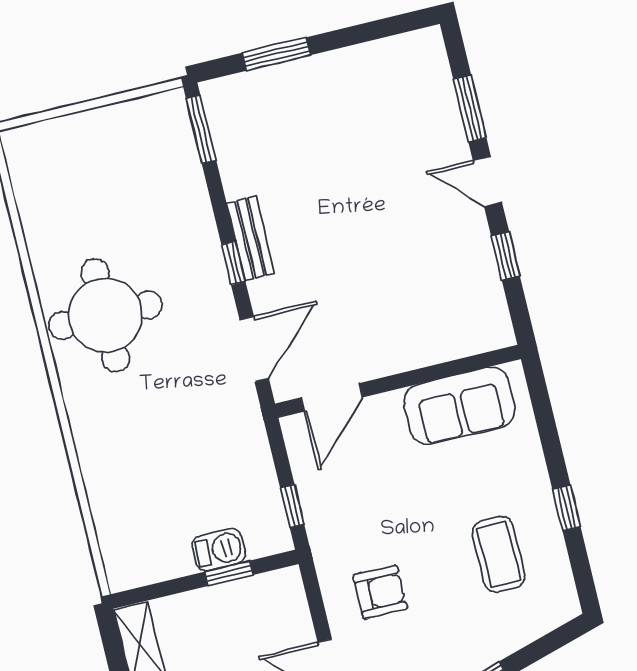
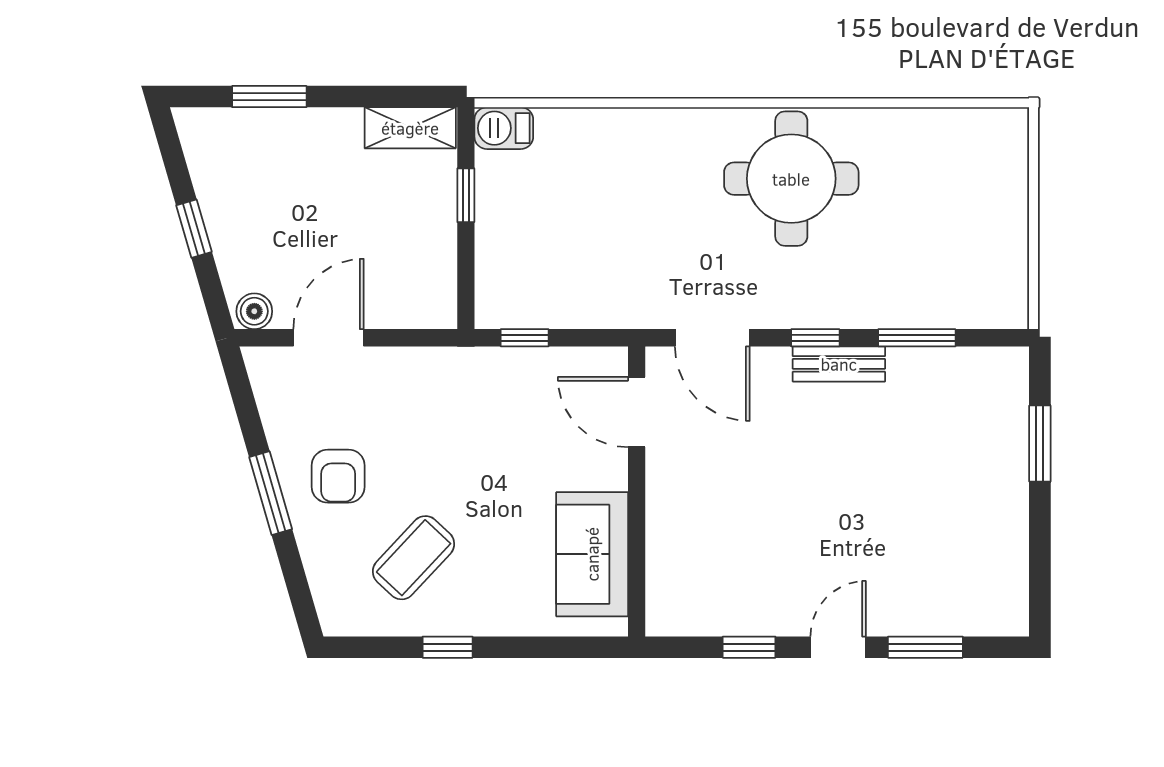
window: (201, 129) -> (917, 338), moved
barbecue: (219, 550) -> (504, 128), moved, turned 90
coffee table: (499, 554) -> (414, 558), turned -47
window: (229, 573) -> (466, 195), moved
armchair: (380, 592) -> (338, 476), moved

